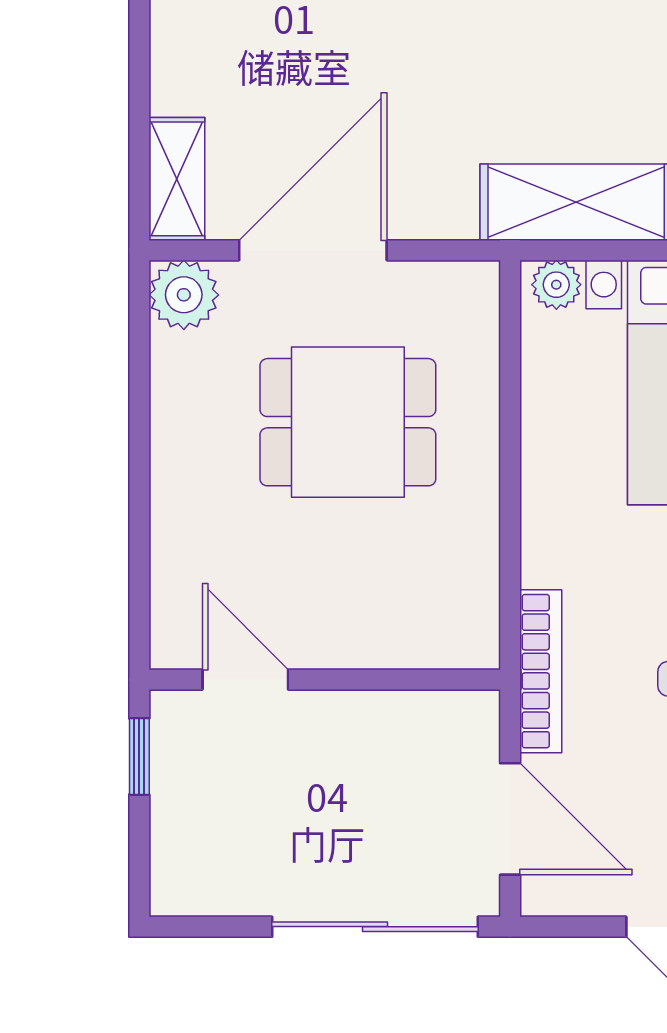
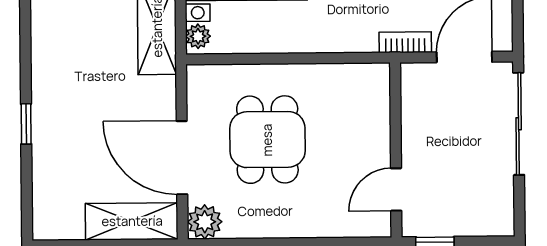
shelving: (177, 179) -> (132, 221), width x1.50, depth x1.33
bookcase: (541, 671) -> (405, 42), width x0.64

